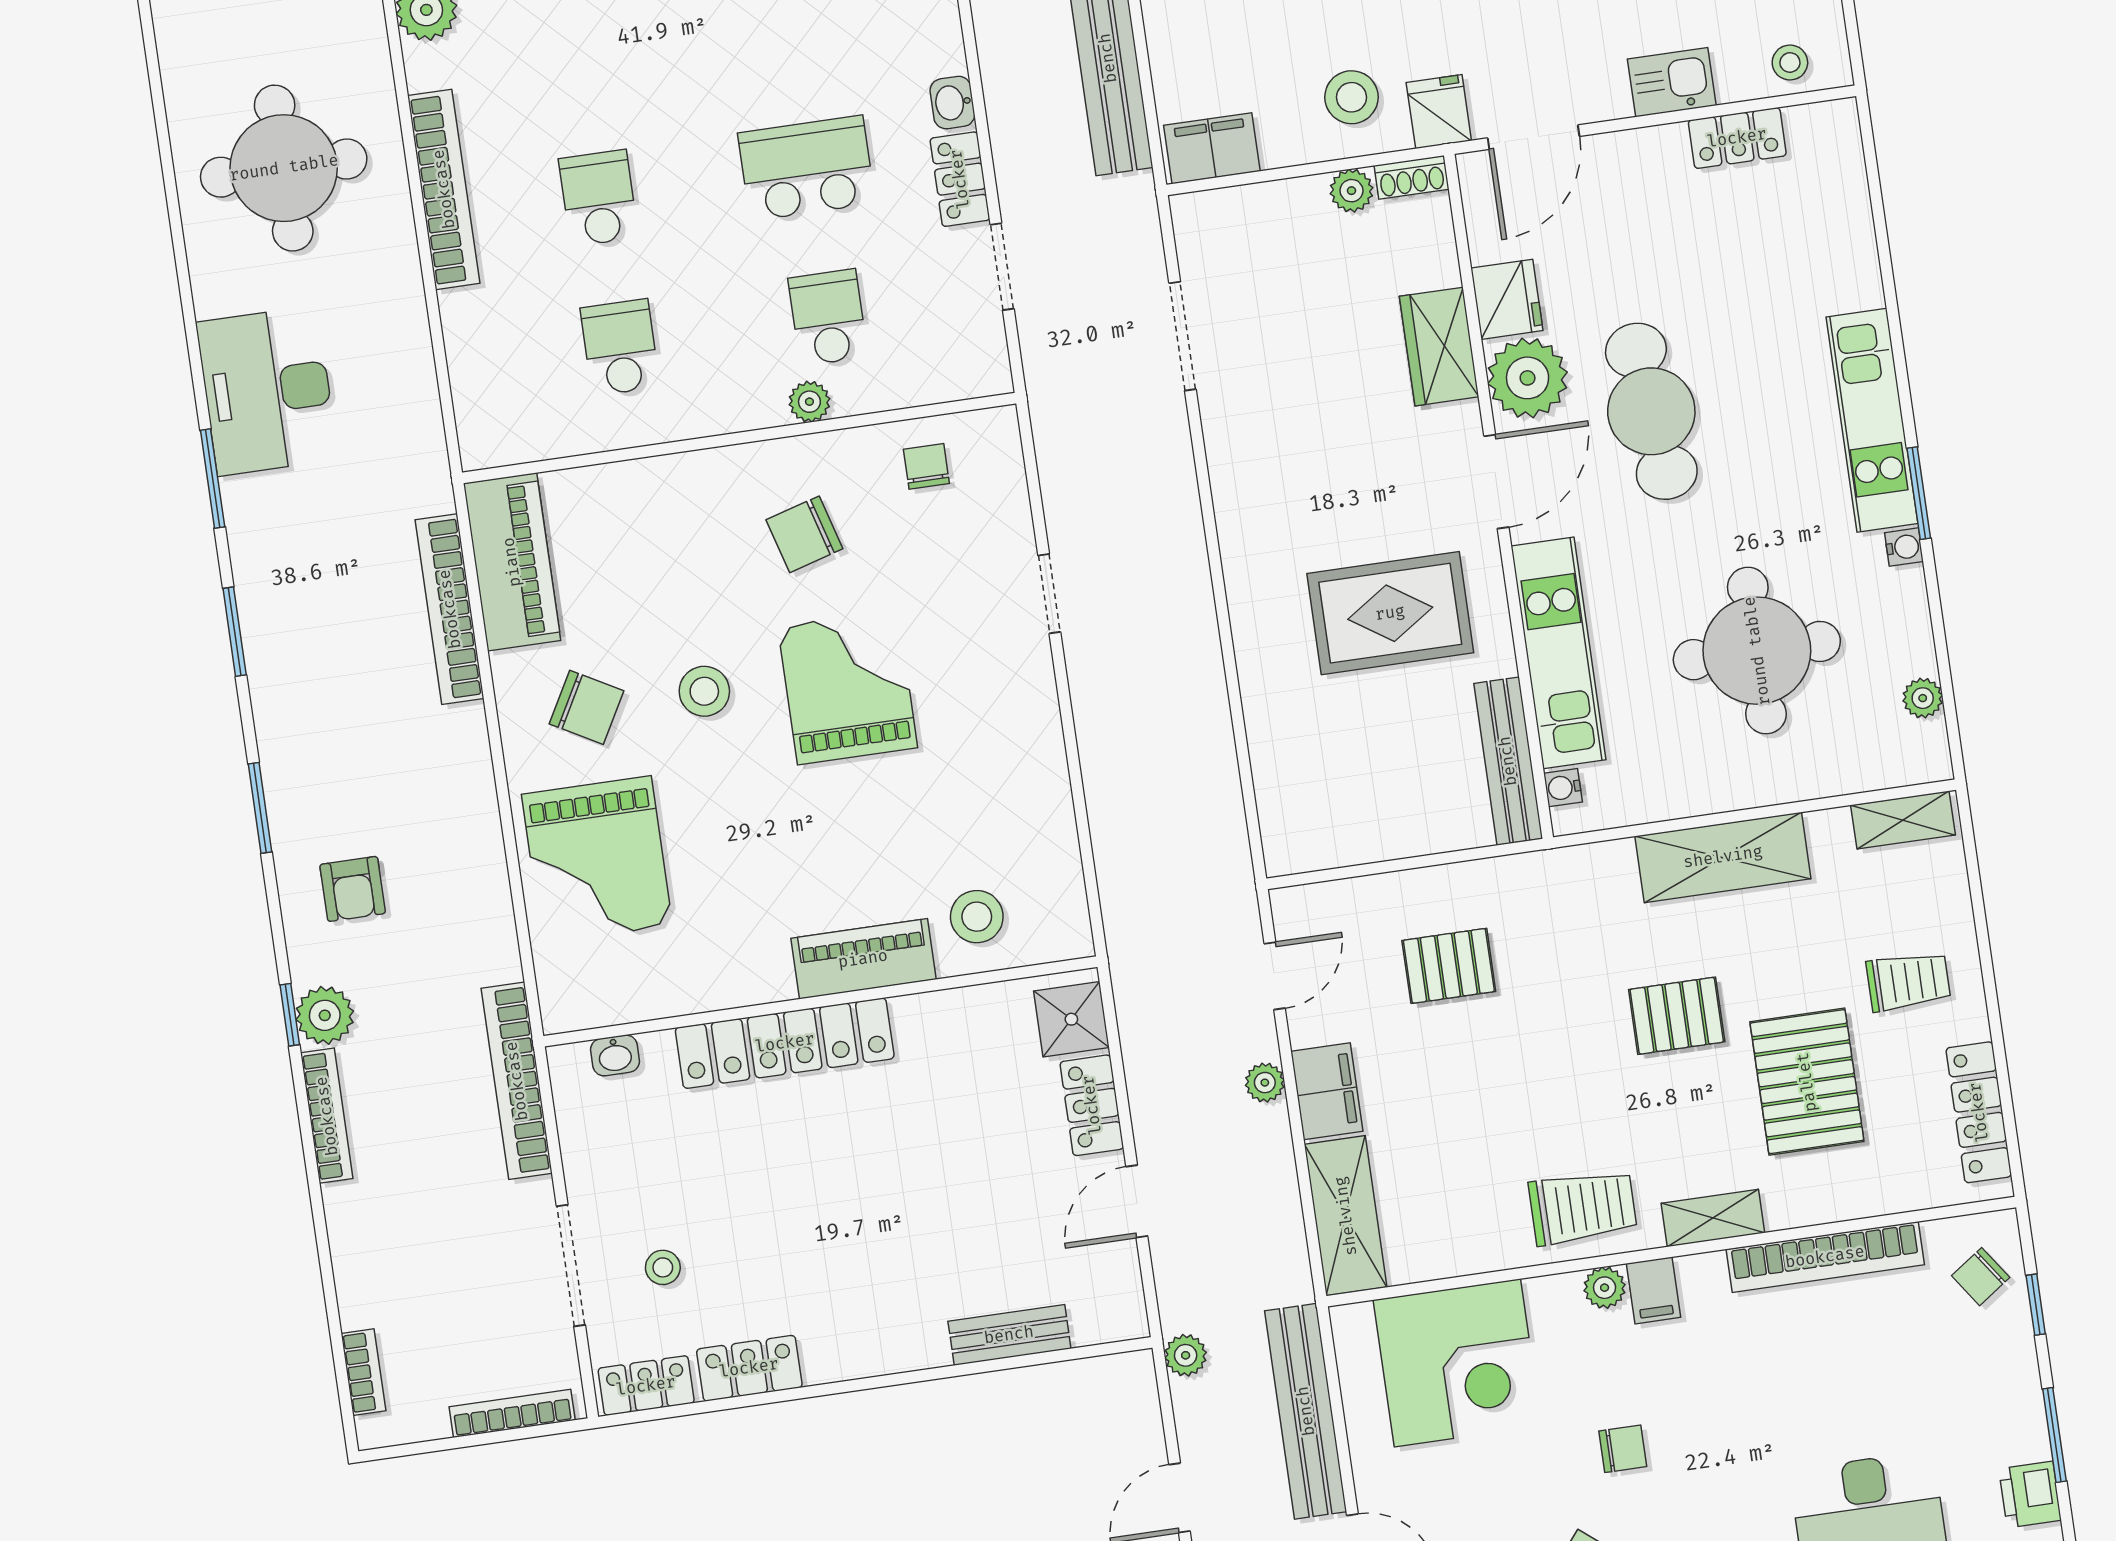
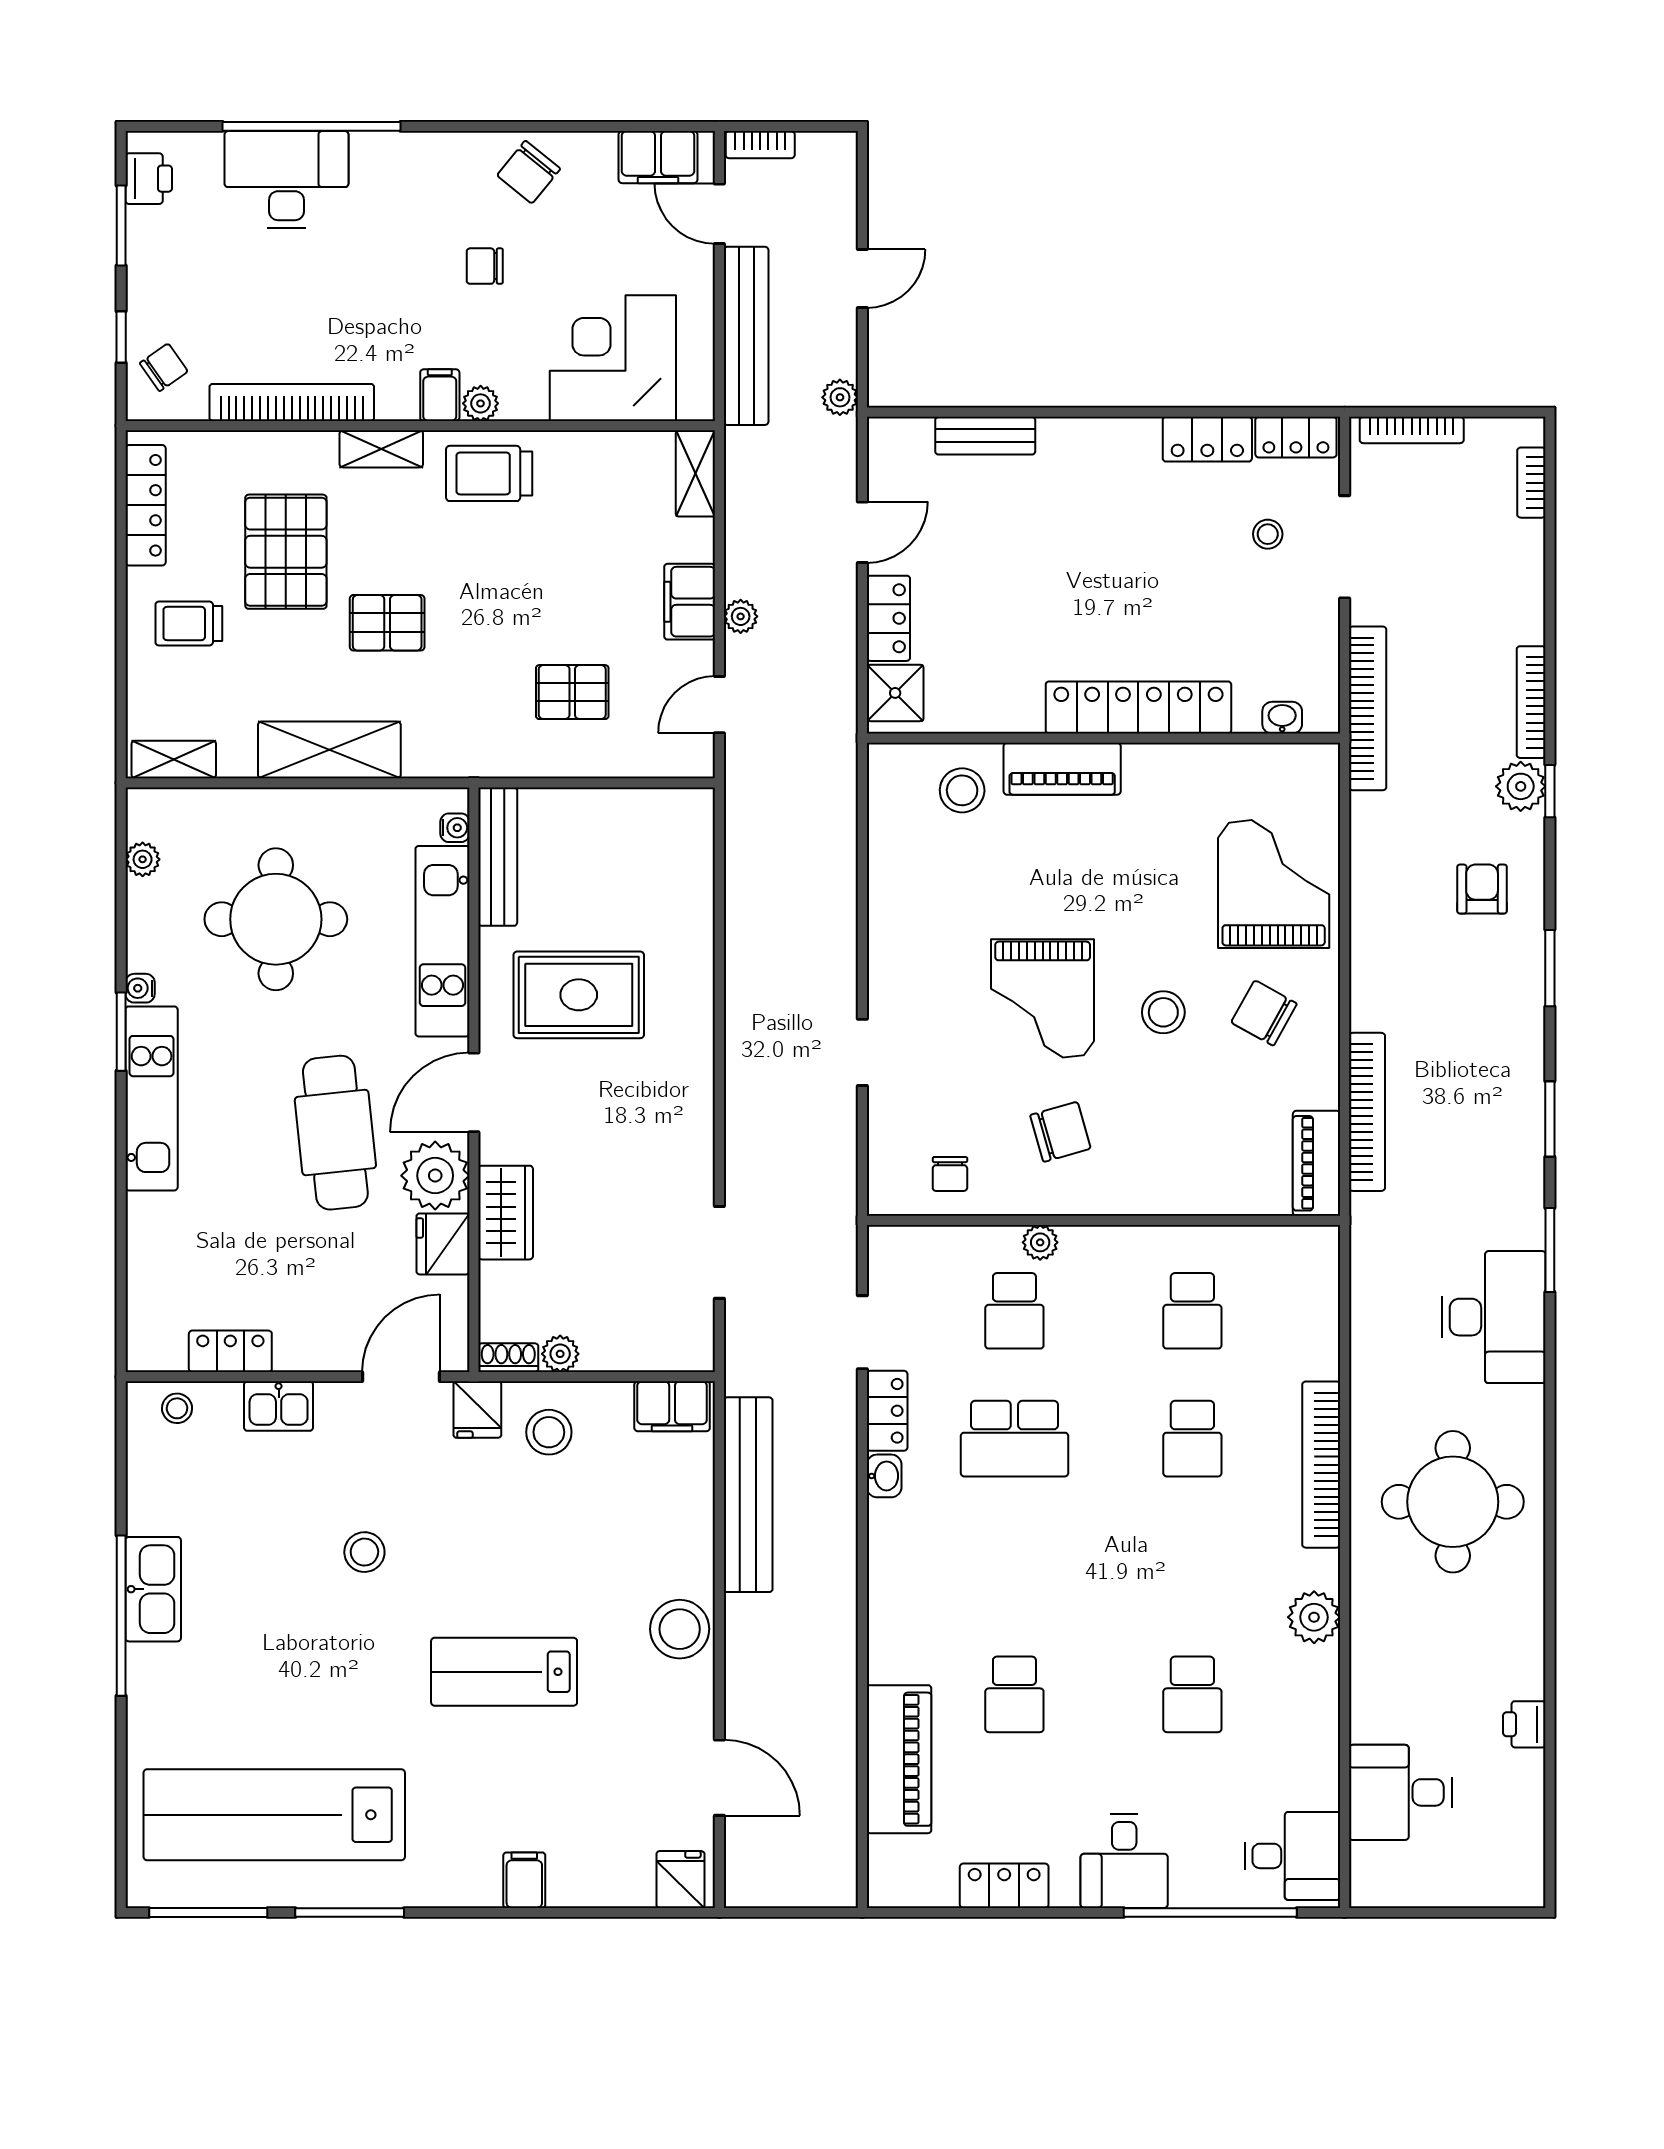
piano: (512, 562) -> (1317, 1163), width x0.73, depth x0.75
shelving: (1346, 1216) -> (695, 473), width x0.67, depth x0.75

